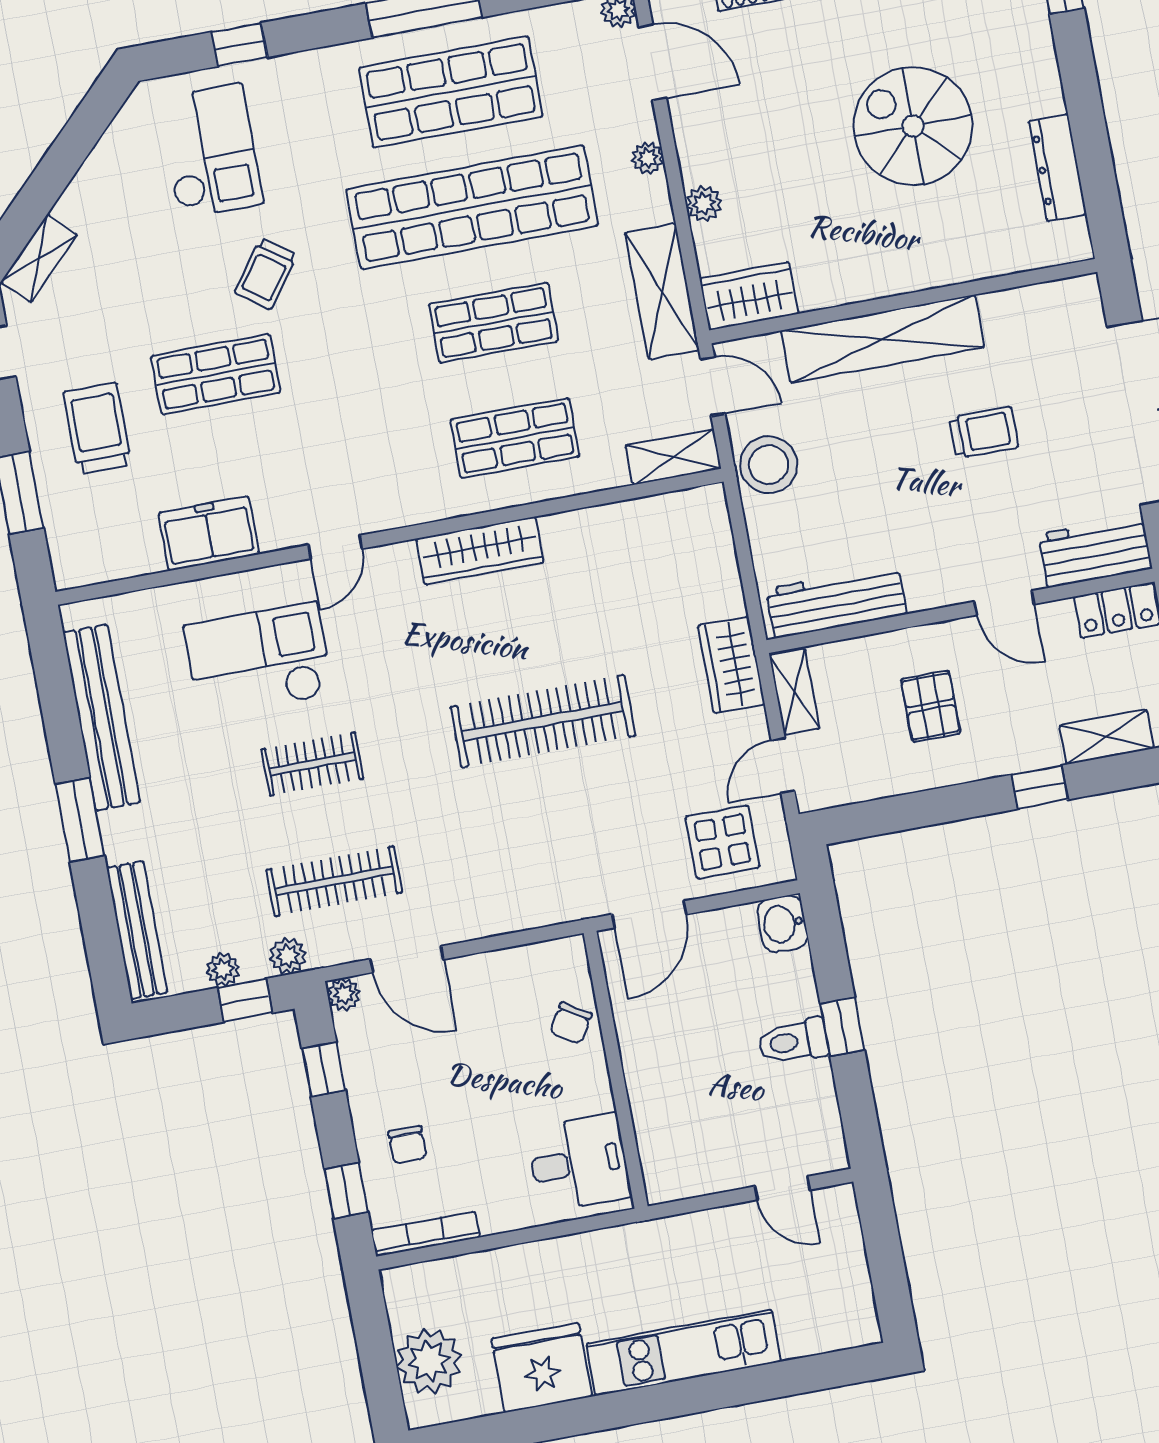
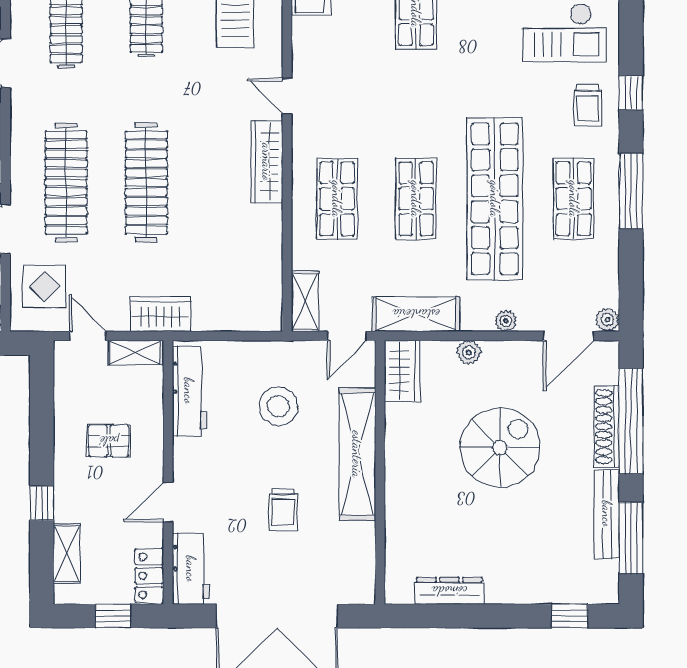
window: (239, 45) -> (631, 93), moved
shop shelf: (451, 92) -> (574, 199), width x0.70, depth x0.74
spiral stairs: (913, 126) -> (500, 448), moved
trolley: (266, 274) -> (588, 106), moved, turned -126
stool: (769, 465) -> (278, 406), moved
door: (335, 547) -> (287, 96), moved
clothes rail: (565, 838) -> (66, 183), added

